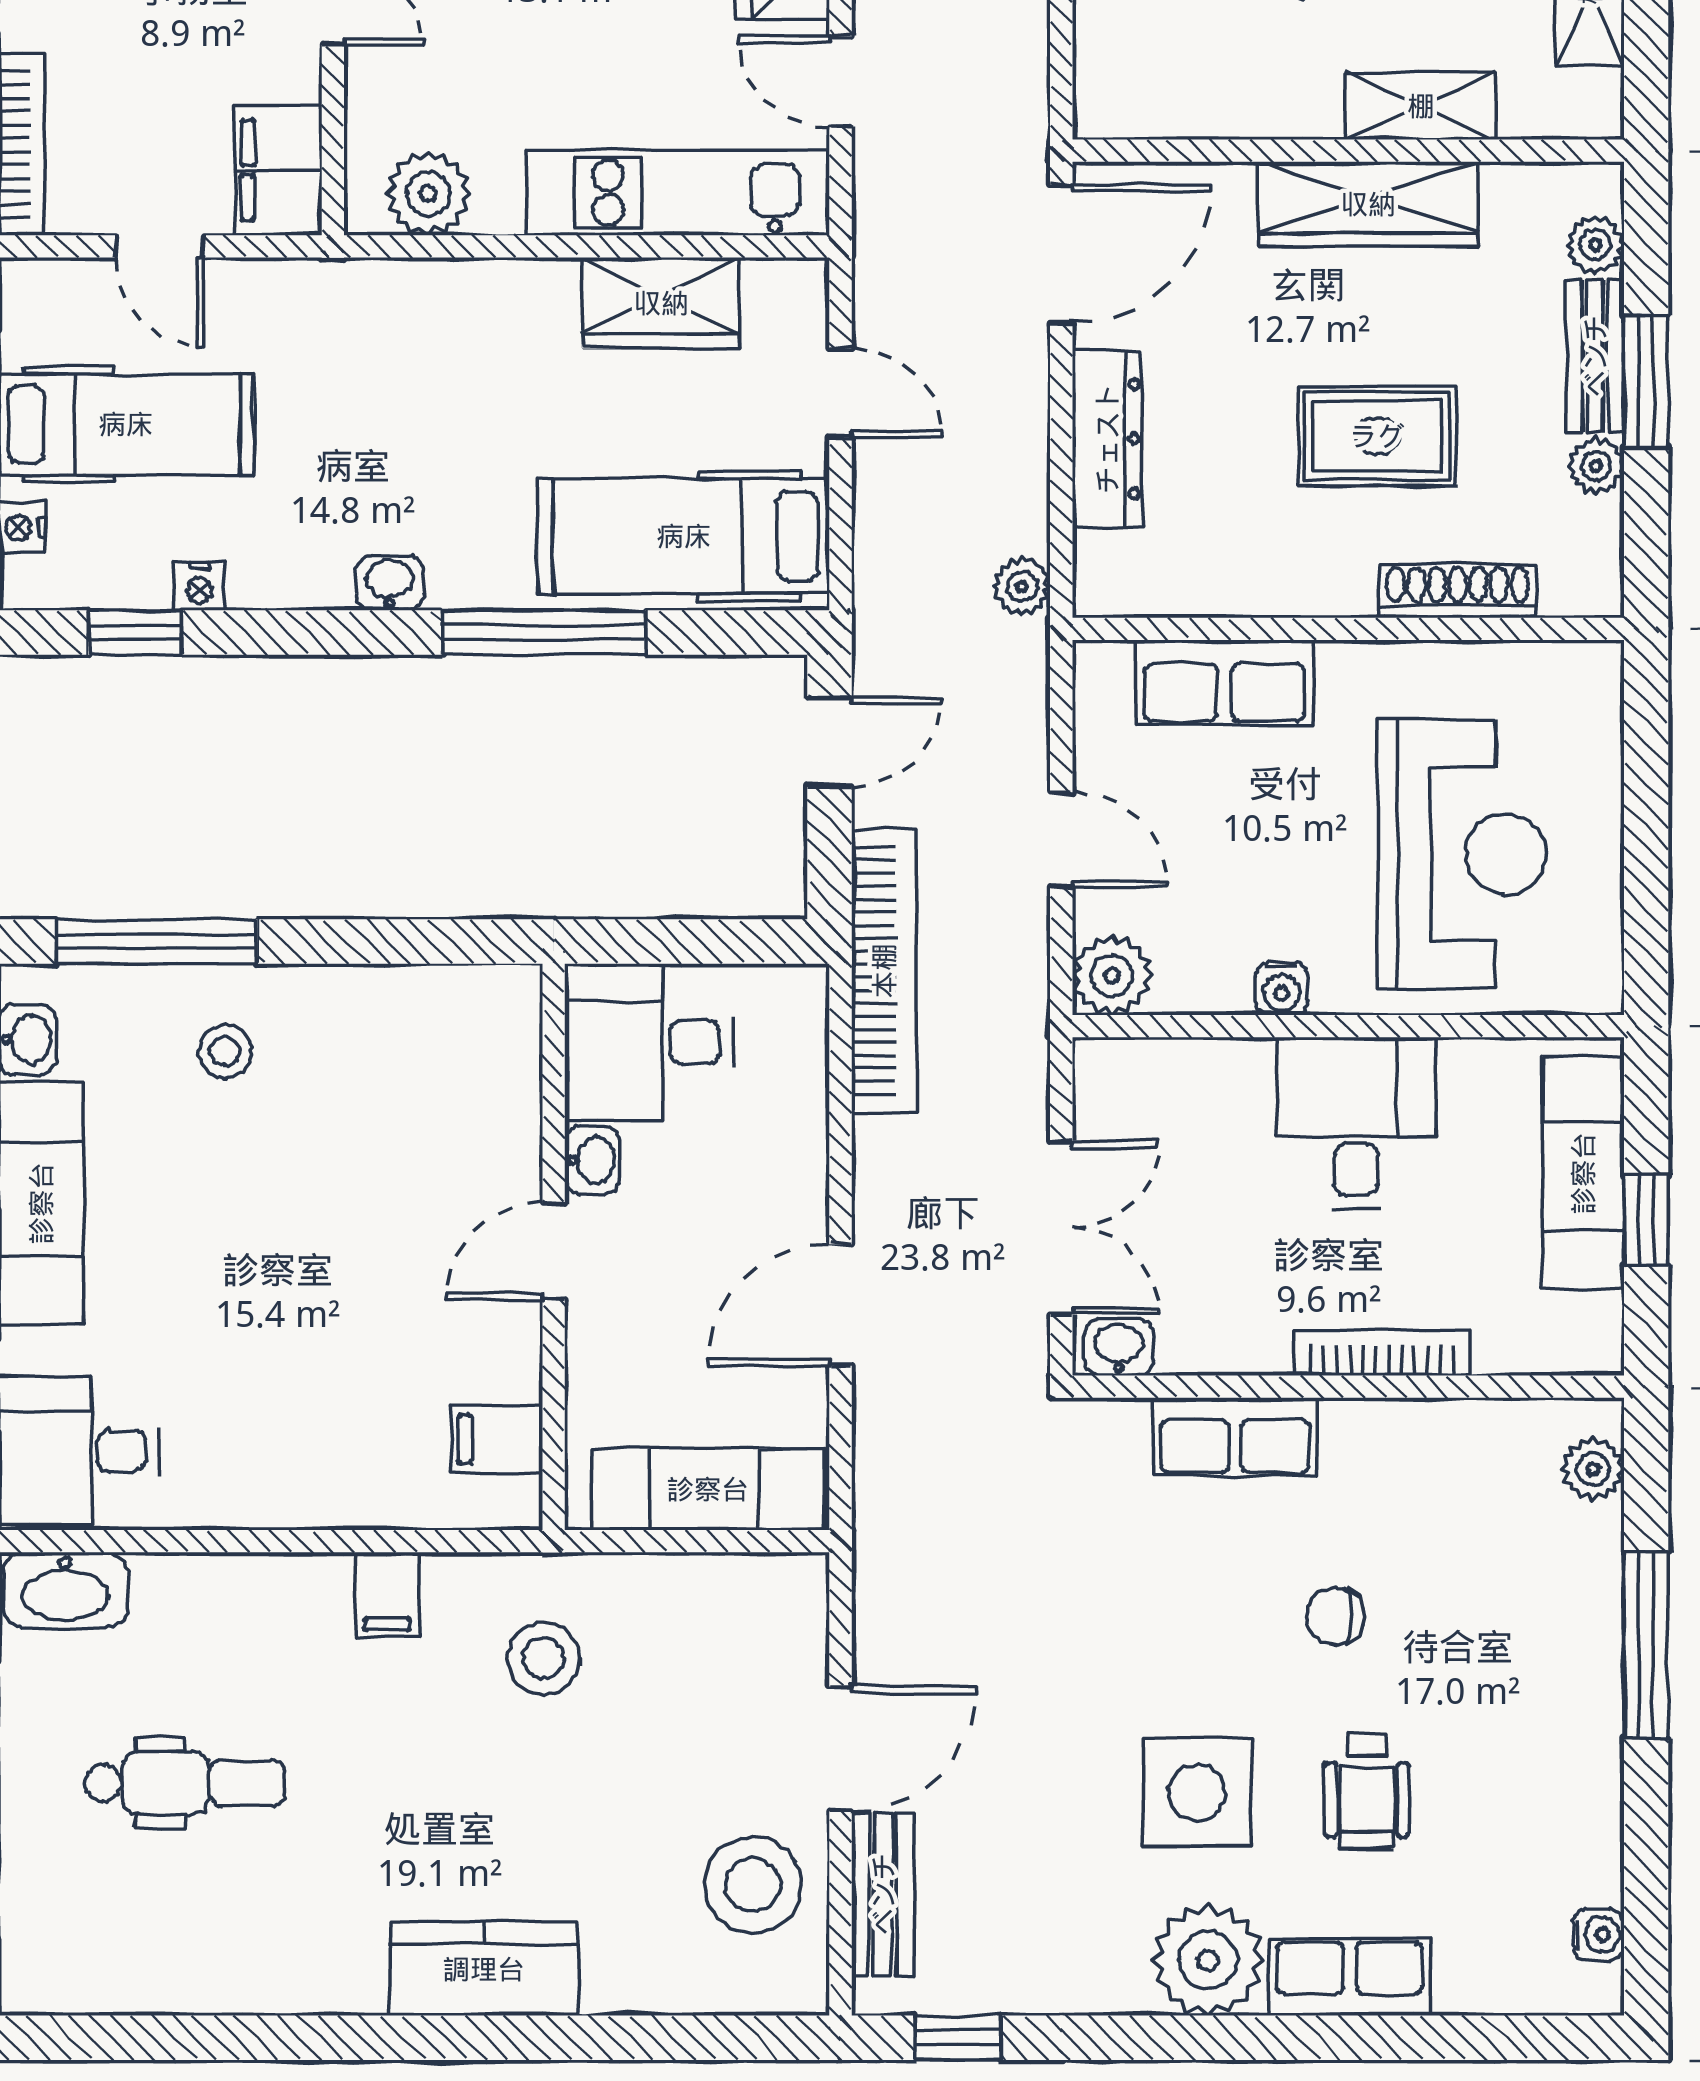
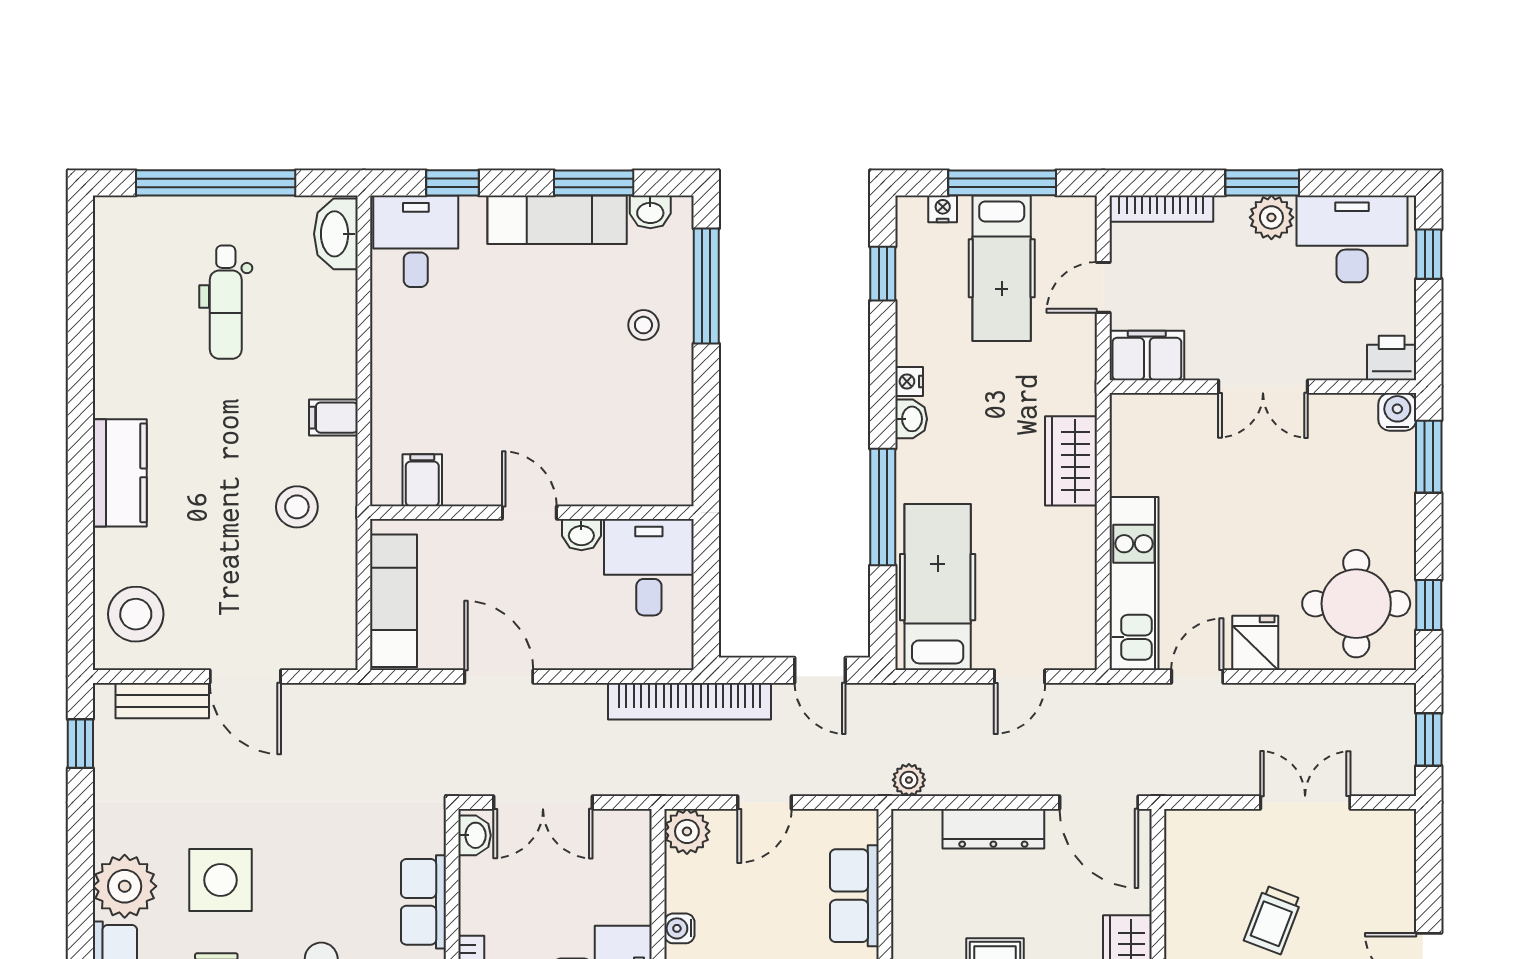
plant: (428, 193) -> (1133, 441), removed
wardrobe: (661, 303) -> (1071, 461), moved
nightstand: (199, 586) -> (909, 381), moved
stool: (753, 1885) -> (136, 614), moved

